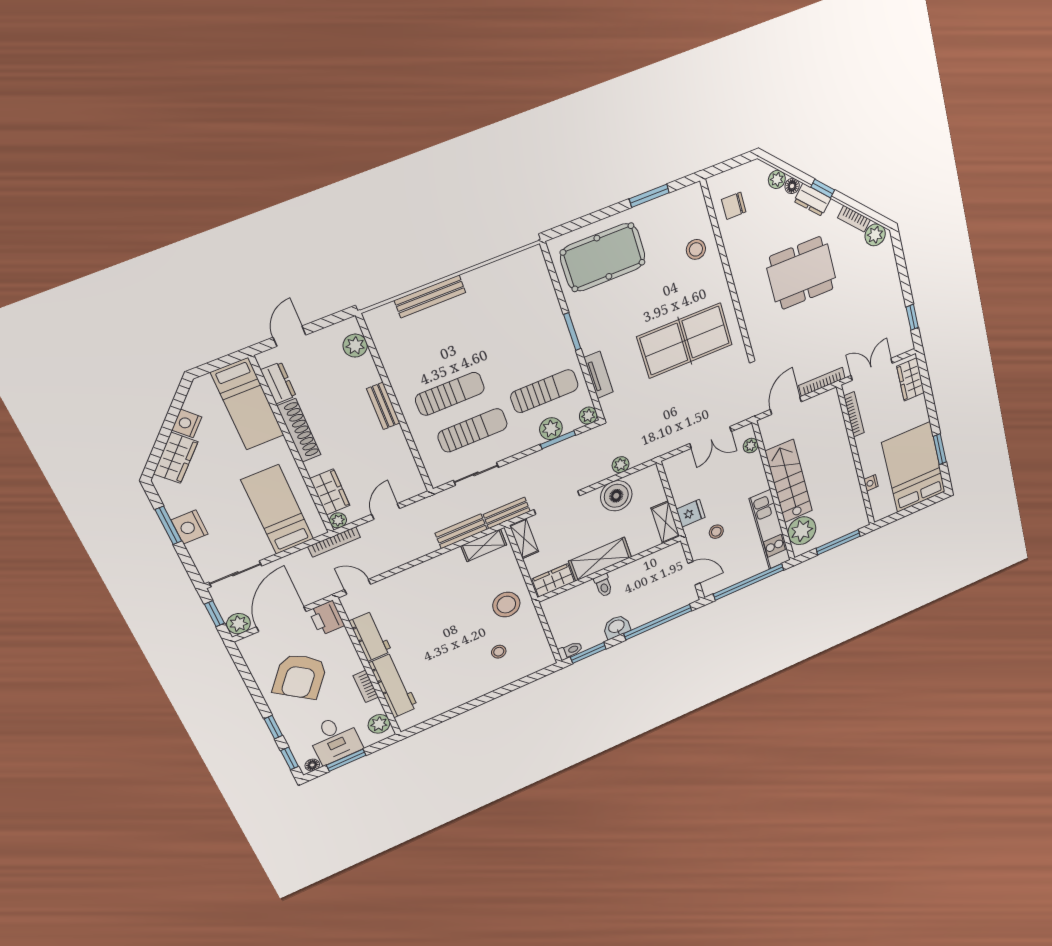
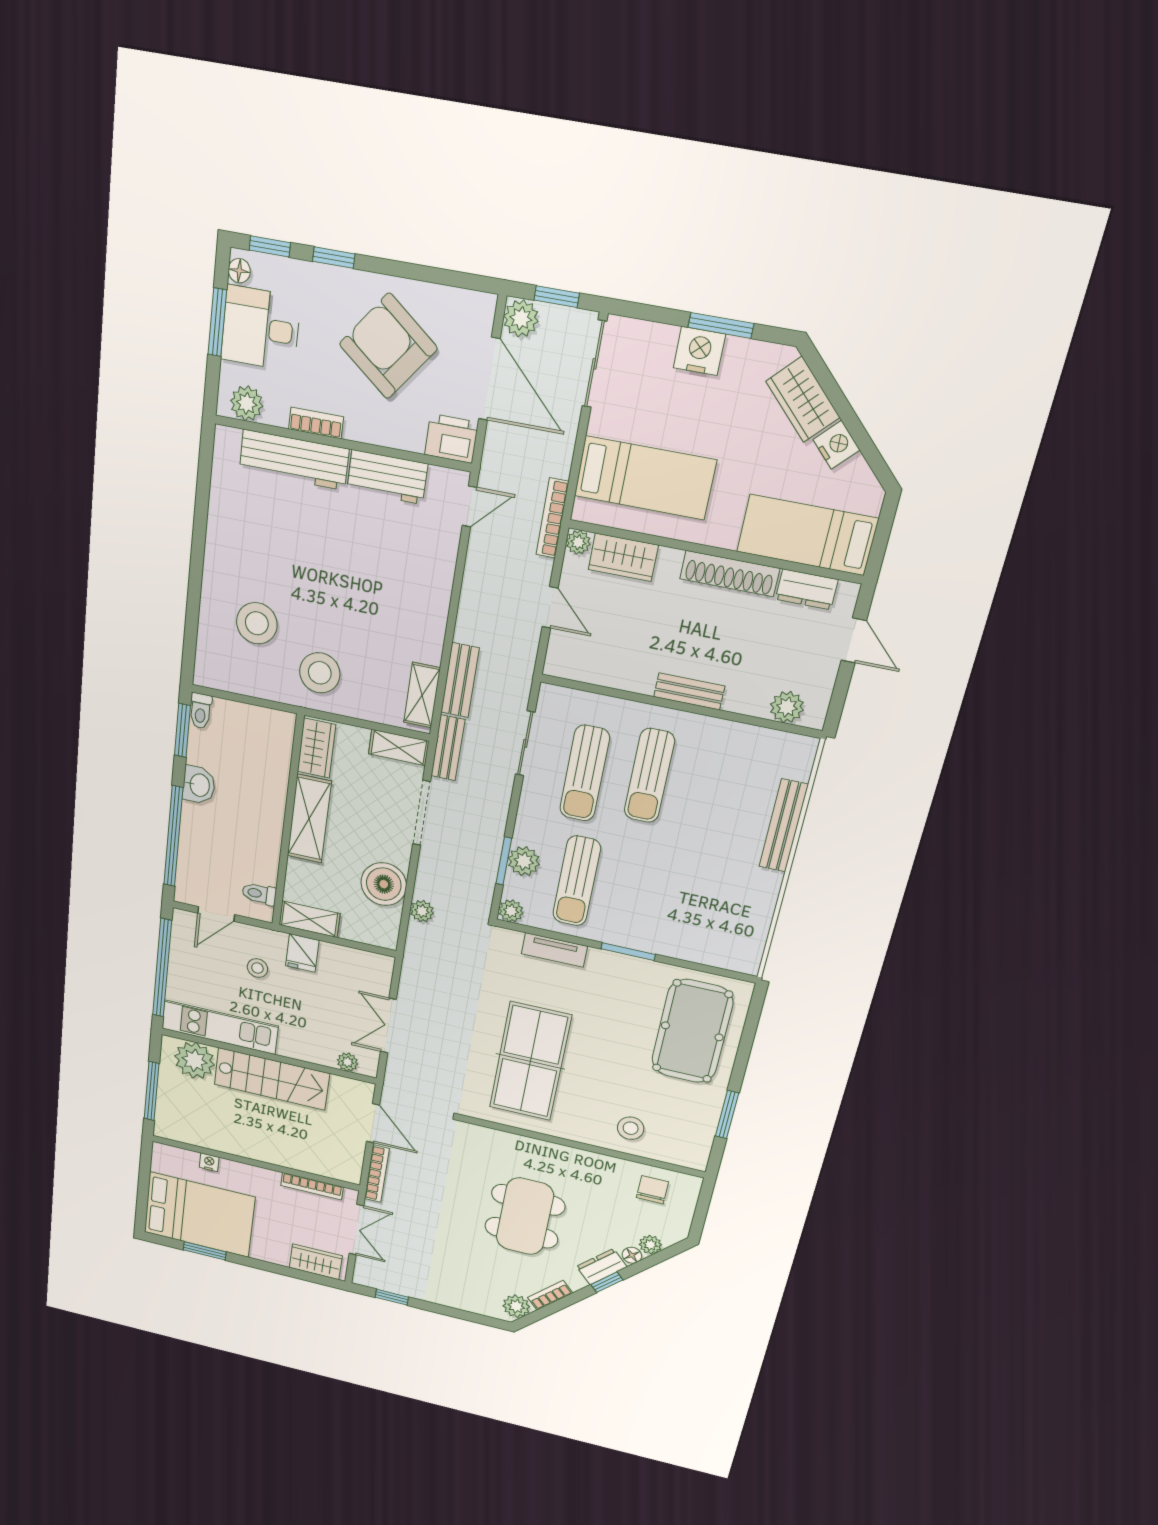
toilet: (603, 585) -> (259, 894), moved
stool: (499, 652) -> (257, 623), width x1.89, depth x1.89

